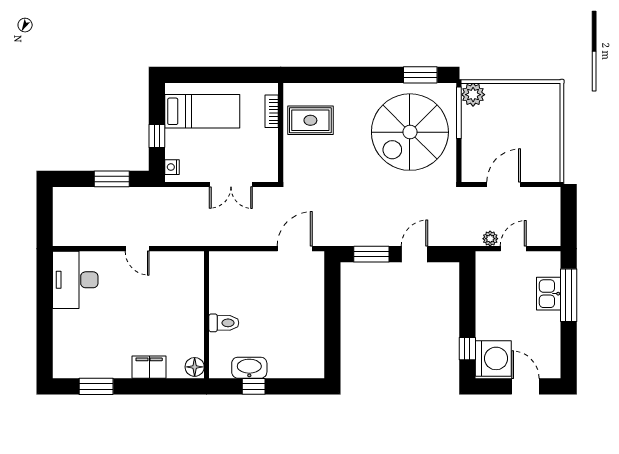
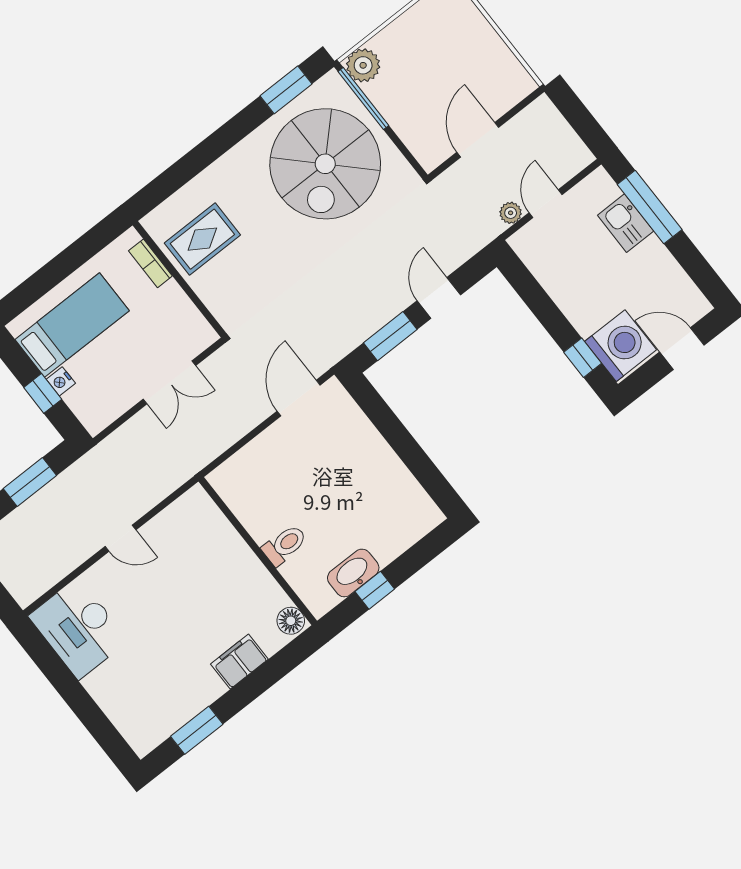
nightstand: (172, 167) -> (61, 381), moved

